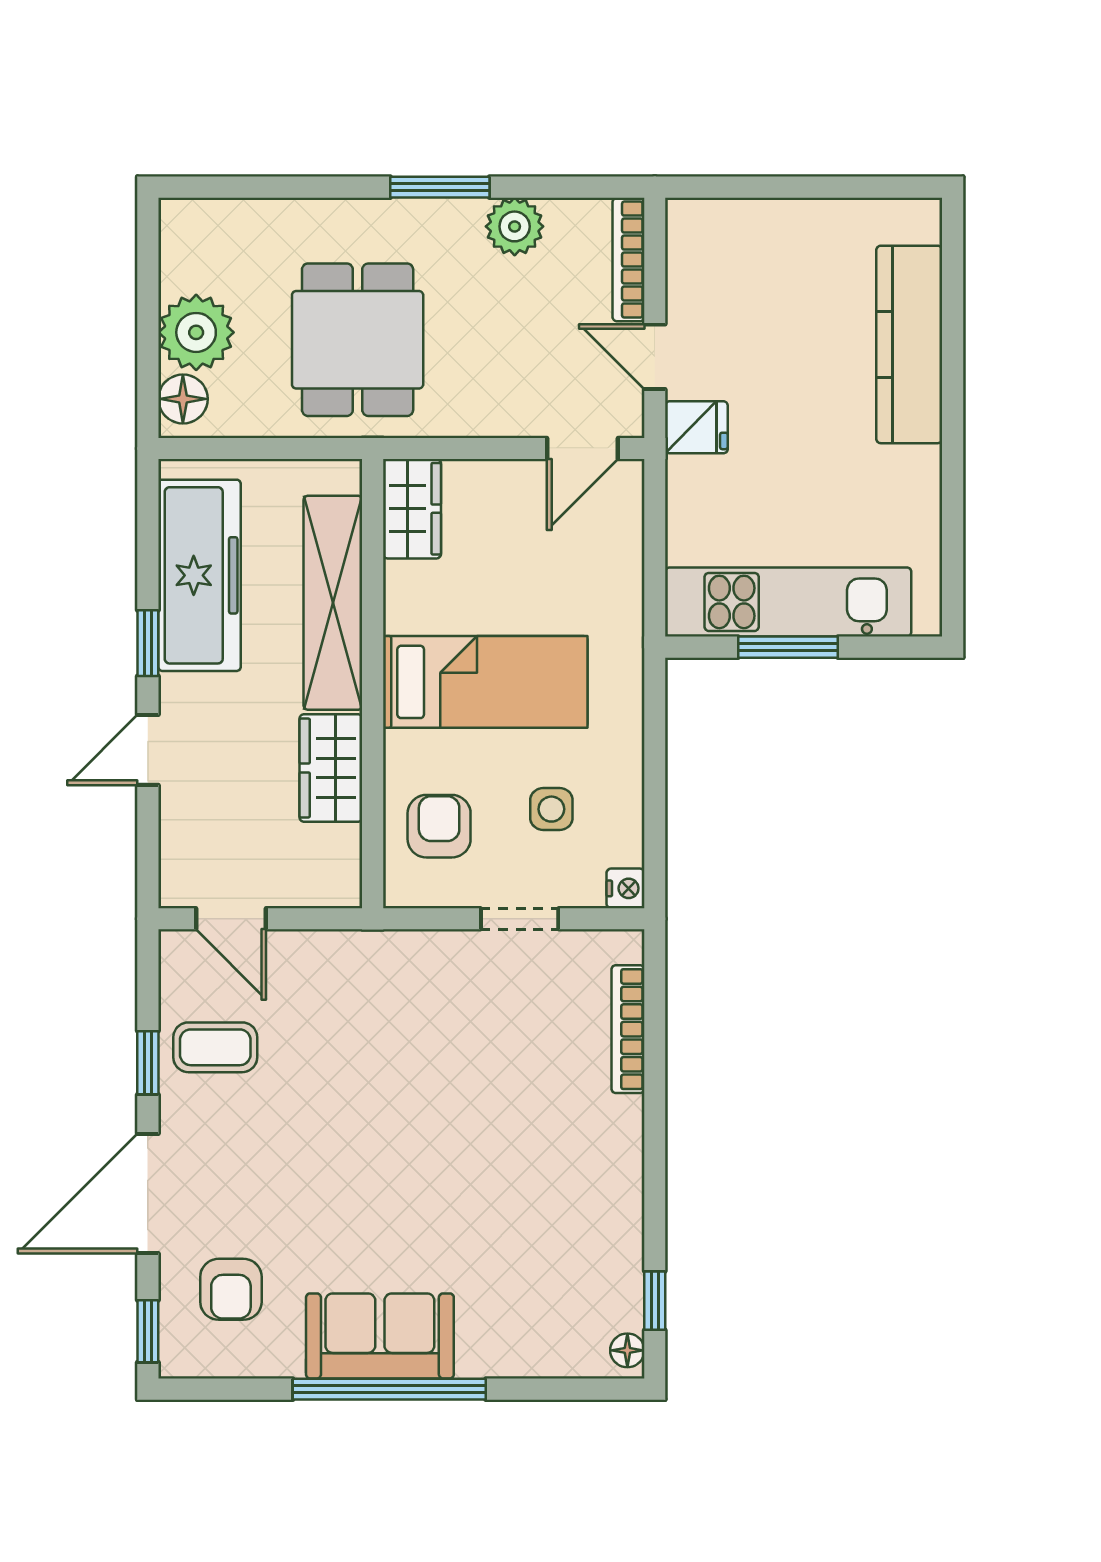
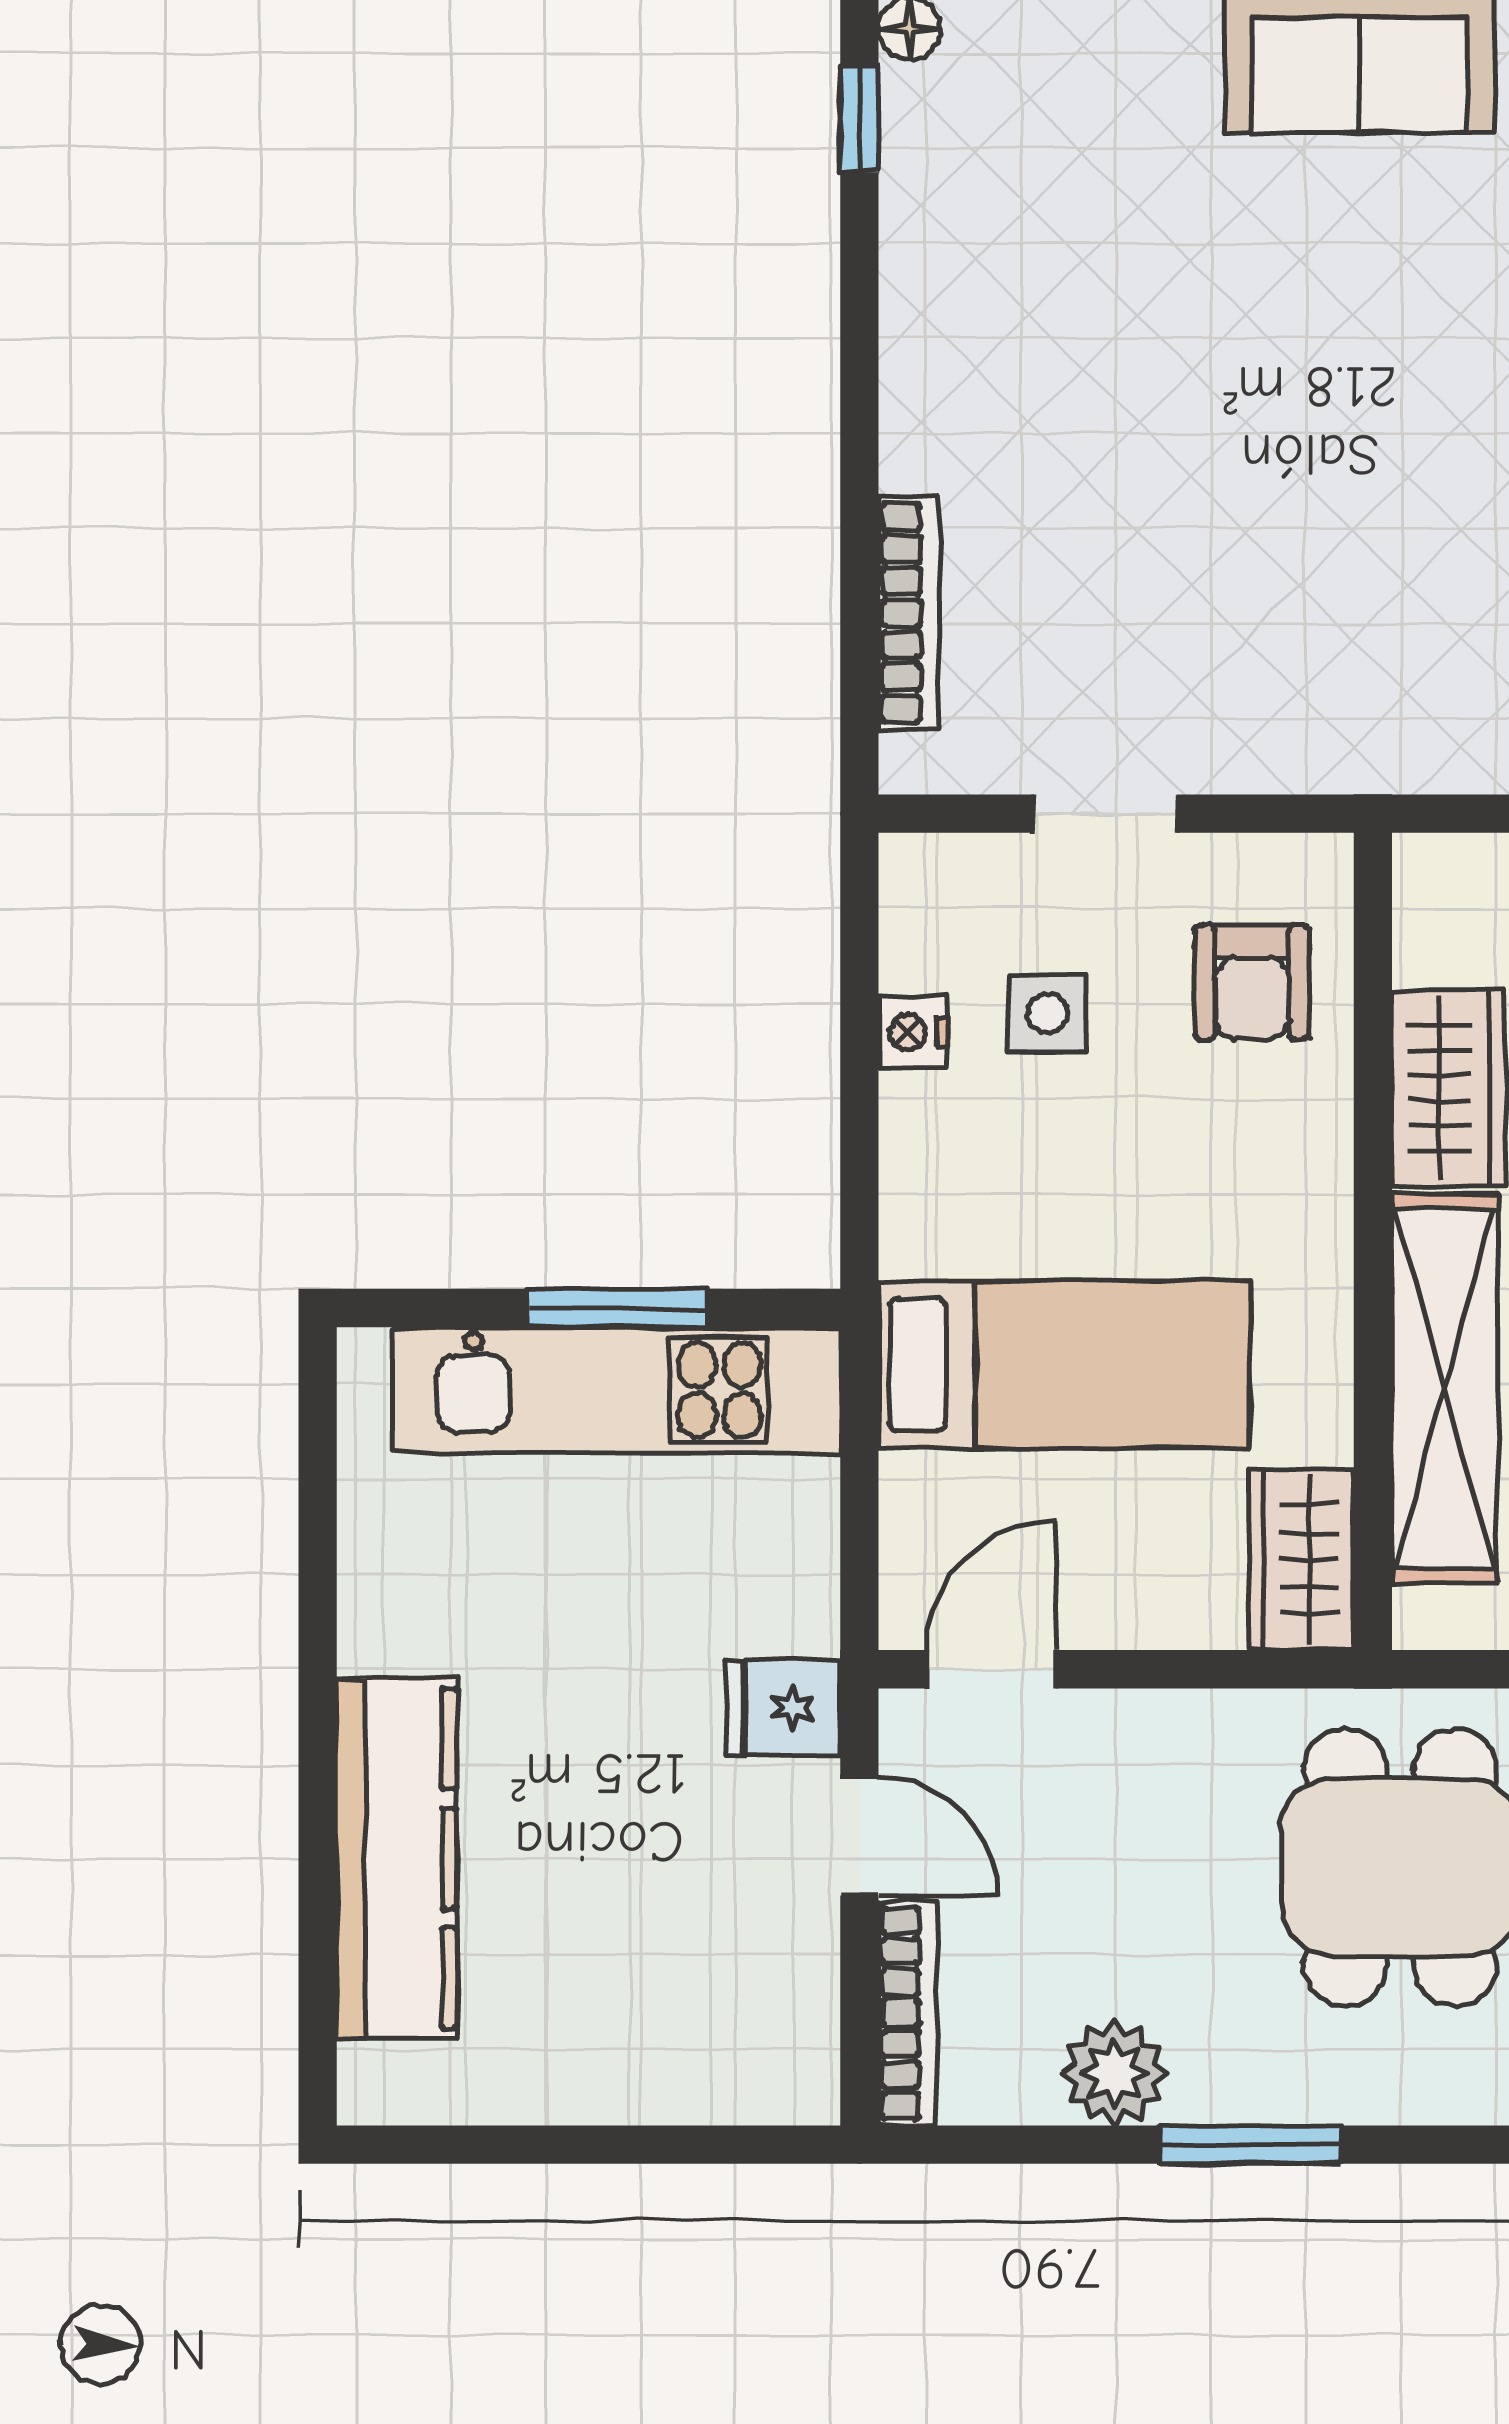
bed: (485, 682) -> (1064, 1365), moved, turned 180
nightstand: (626, 888) -> (913, 1032), moved

